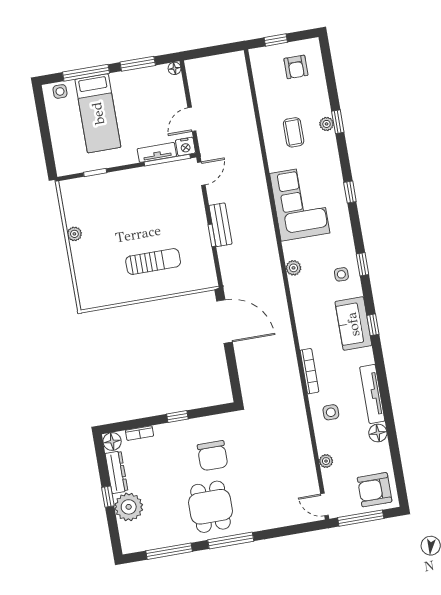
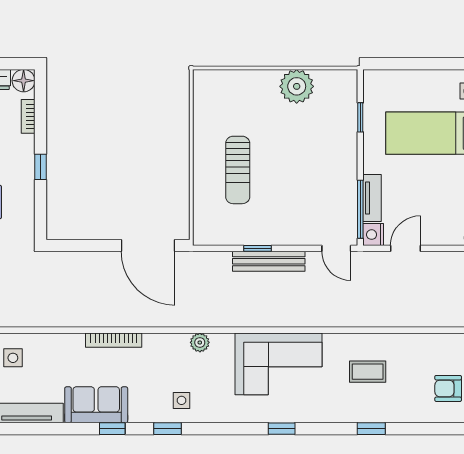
door: (192, 119) -> (406, 248), hinge flipped
plant: (327, 124) -> (371, 414), removed
bench: (220, 225) -> (269, 261), width x1.36
plant: (74, 234) -> (297, 86), width x1.88, depth x1.88
window: (362, 264) -> (168, 429), moved
door: (224, 322) -> (148, 245), hinge flipped
sofa: (353, 324) -> (96, 405), moved
bookcase: (309, 371) -> (114, 340), moved

